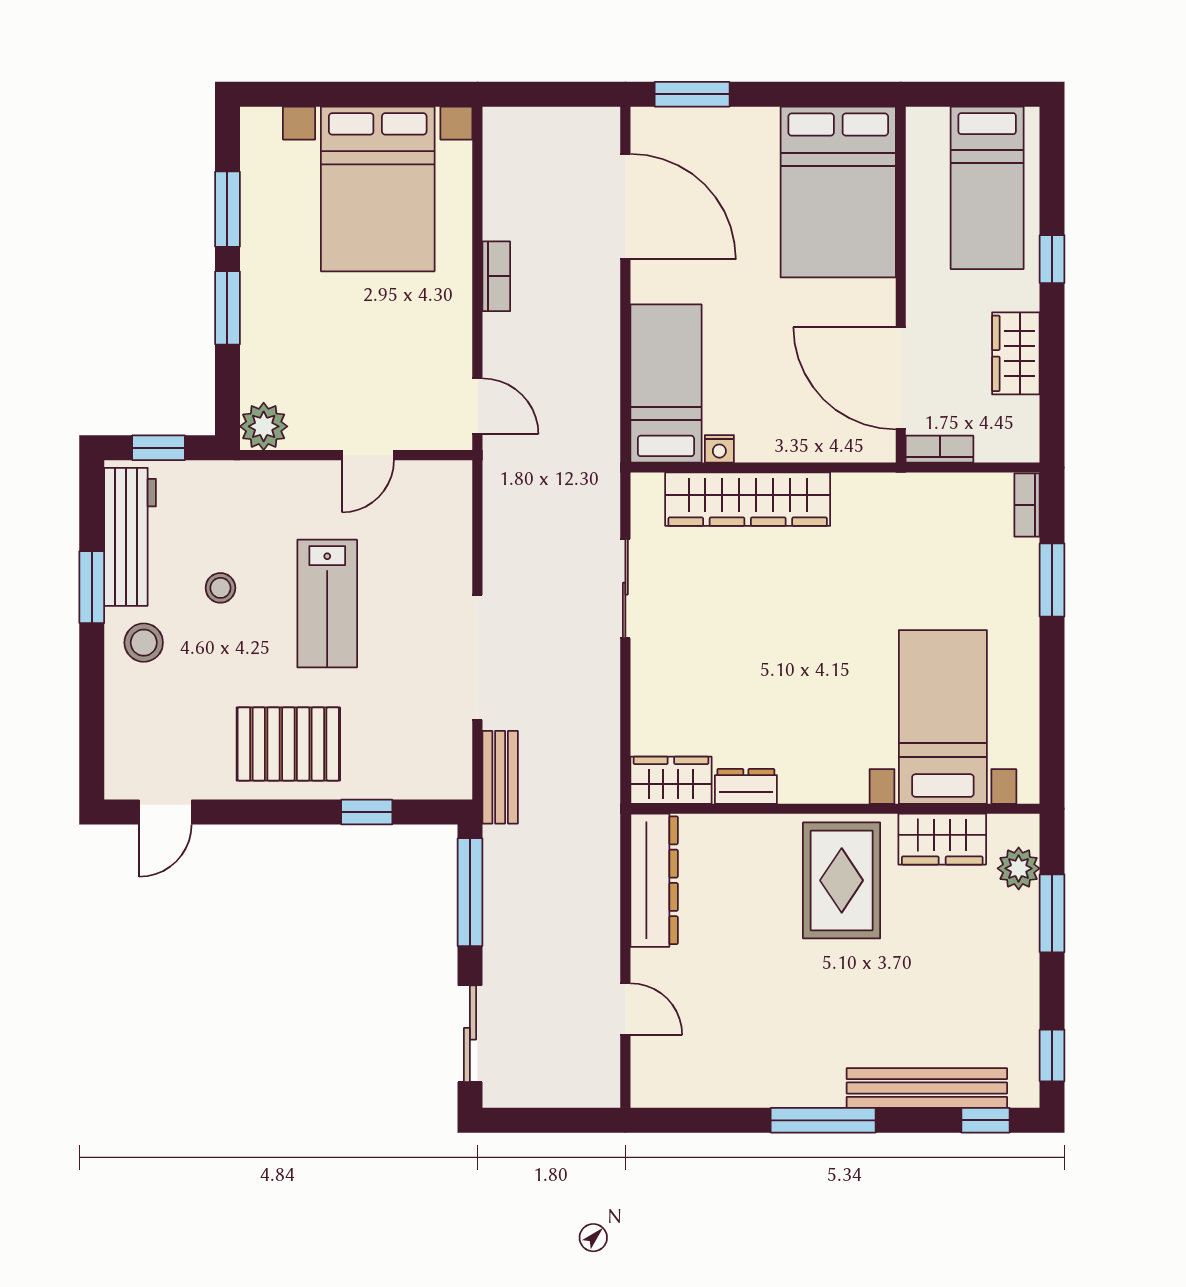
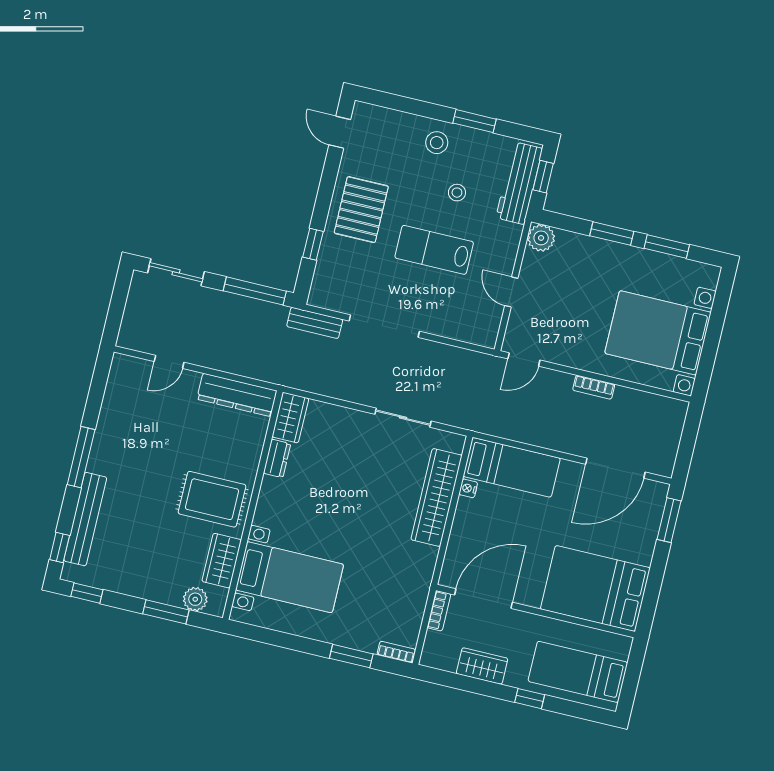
workbench: (130, 537) -> (519, 183), moved, turned 90

